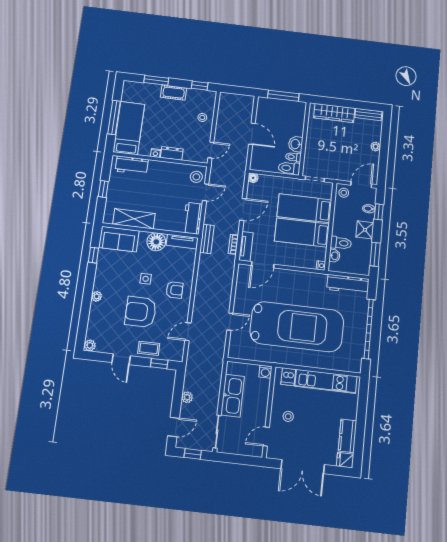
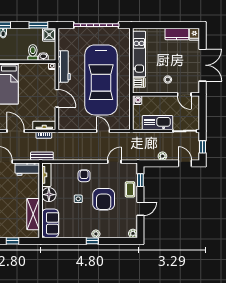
shower: (365, 230) -> (49, 35), moved
bed: (302, 233) -> (28, 83), removed
window: (93, 255) -> (92, 241), moved
door: (263, 265) -> (57, 98), moved
workbench: (348, 284) -> (64, 66), moved
car: (297, 327) -> (101, 80), turned 180
door: (188, 332) -> (114, 162), swing flipped

